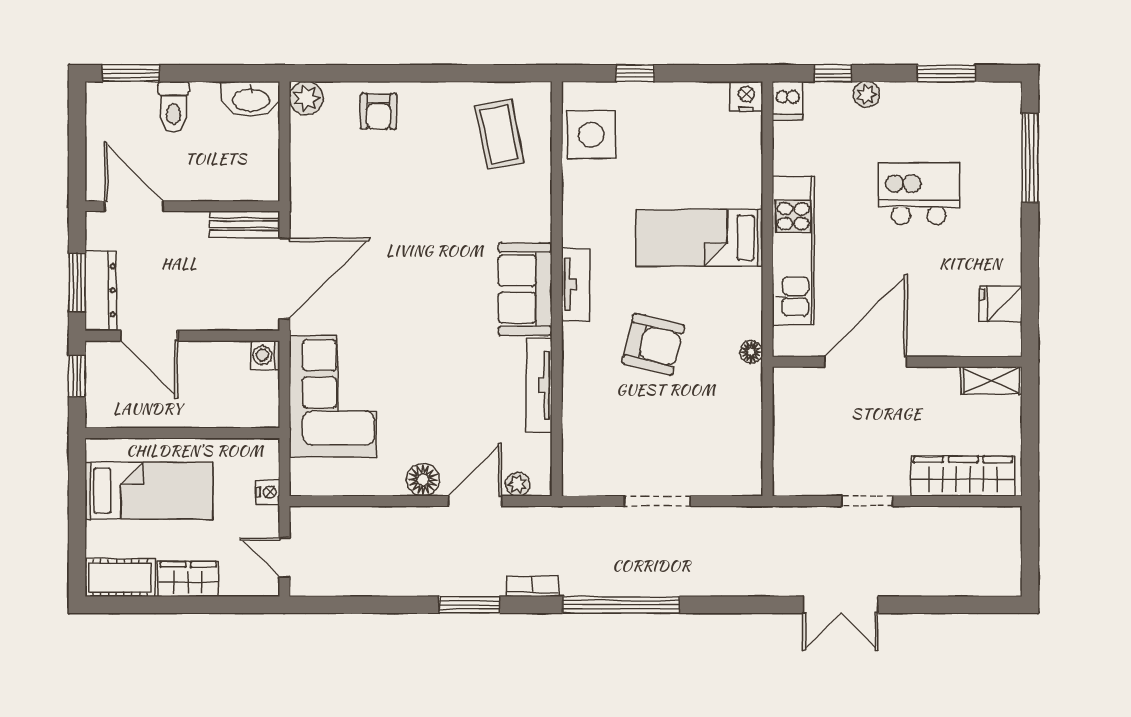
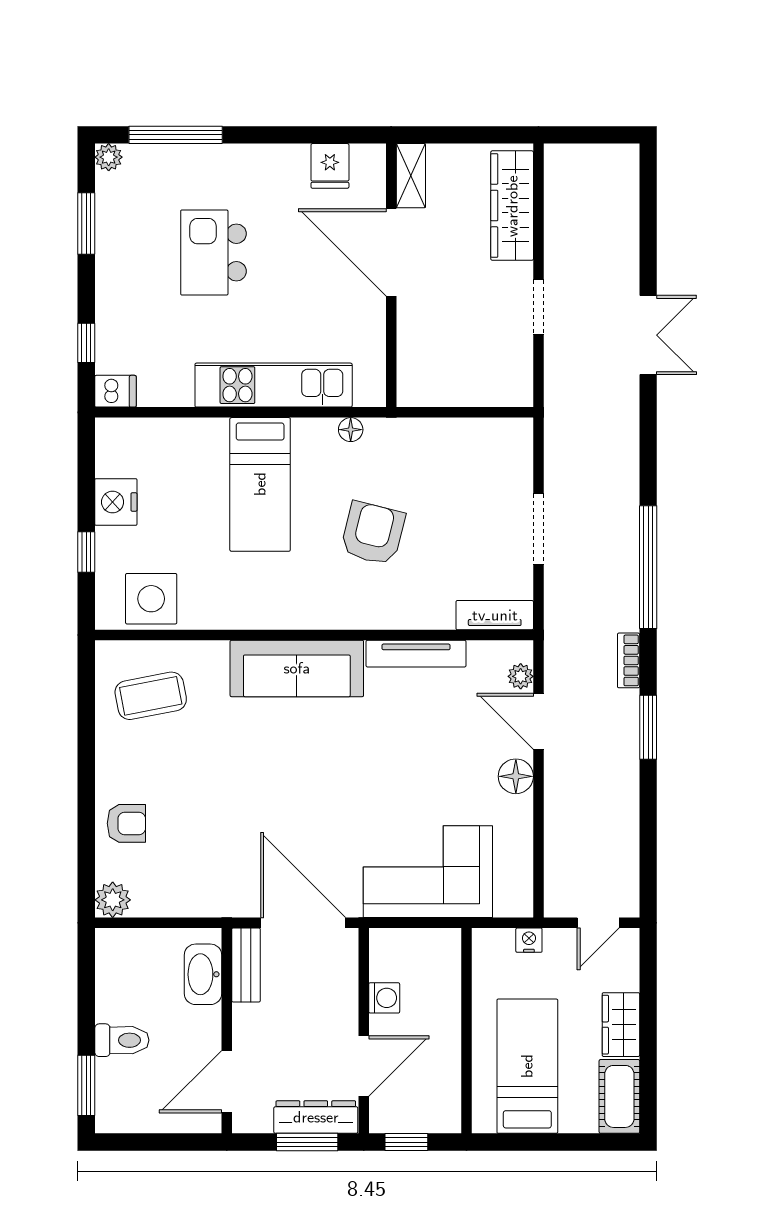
plant: (866, 94) -> (109, 157), moved
nightstand: (746, 96) -> (116, 502), moved, width x1.36, depth x1.33
washbasin: (251, 99) -> (203, 974), moved, turned 180
tv unit: (576, 284) -> (495, 615), moved
sofa: (525, 289) -> (297, 668), width x1.36
floor lamp: (751, 352) -> (351, 430), moved
washing machine: (265, 355) -> (384, 998), moved, turned -90
door: (866, 362) -> (391, 252), moved

